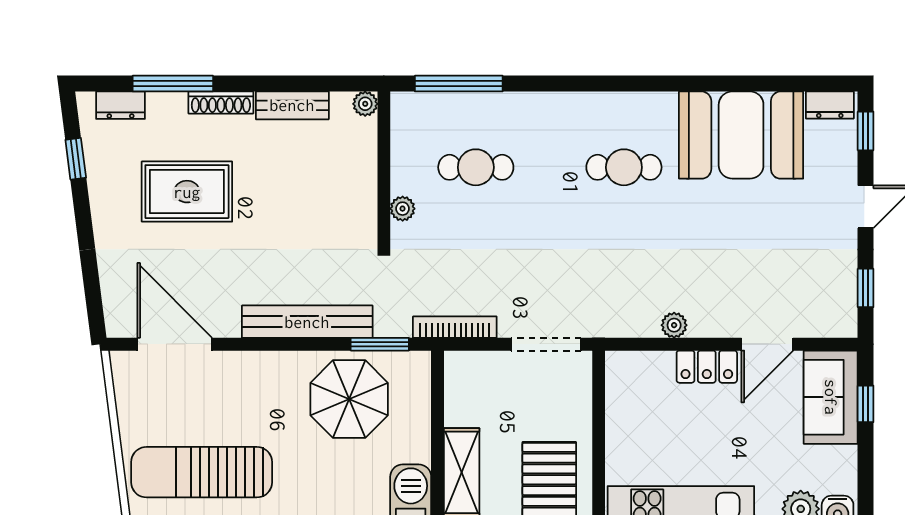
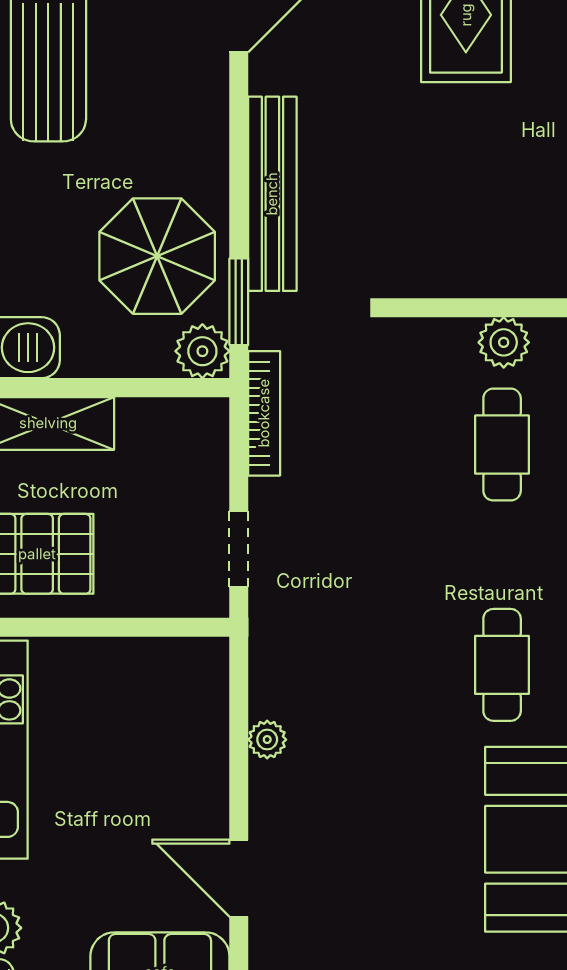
plant: (403, 209) -> (504, 342), moved, width x1.38, depth x1.38
doorway: (546, 344) -> (239, 549), width x0.73
locker: (707, 367) -> (205, 788), removed
plant: (413, 369) -> (202, 351), added

